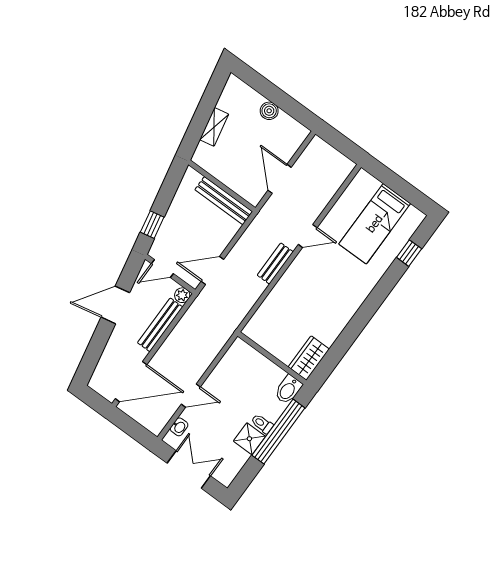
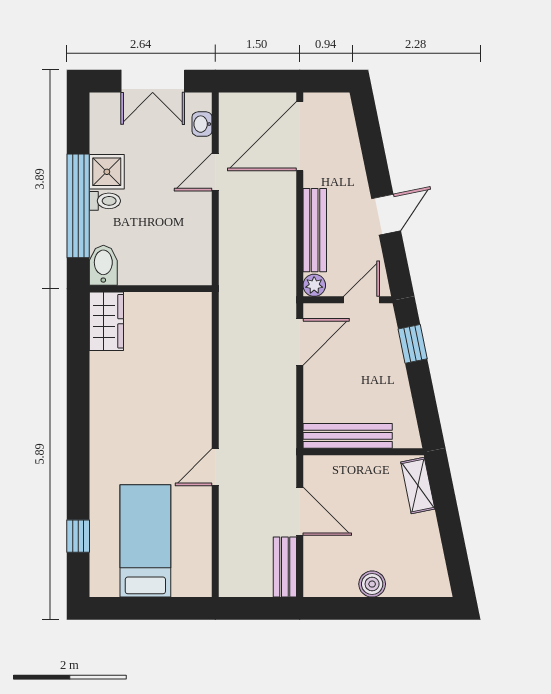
shelving: (214, 127) -> (418, 485), moved
bench: (275, 263) -> (285, 567), moved
door: (115, 305) -> (386, 215), width x0.73

